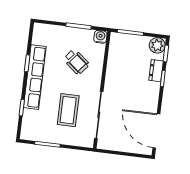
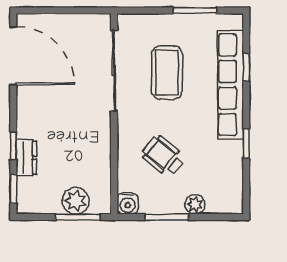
plant: (61, 32) -> (195, 204), added
plant: (157, 45) -> (75, 201), moved
row of seats: (35, 77) -> (231, 85), moved

